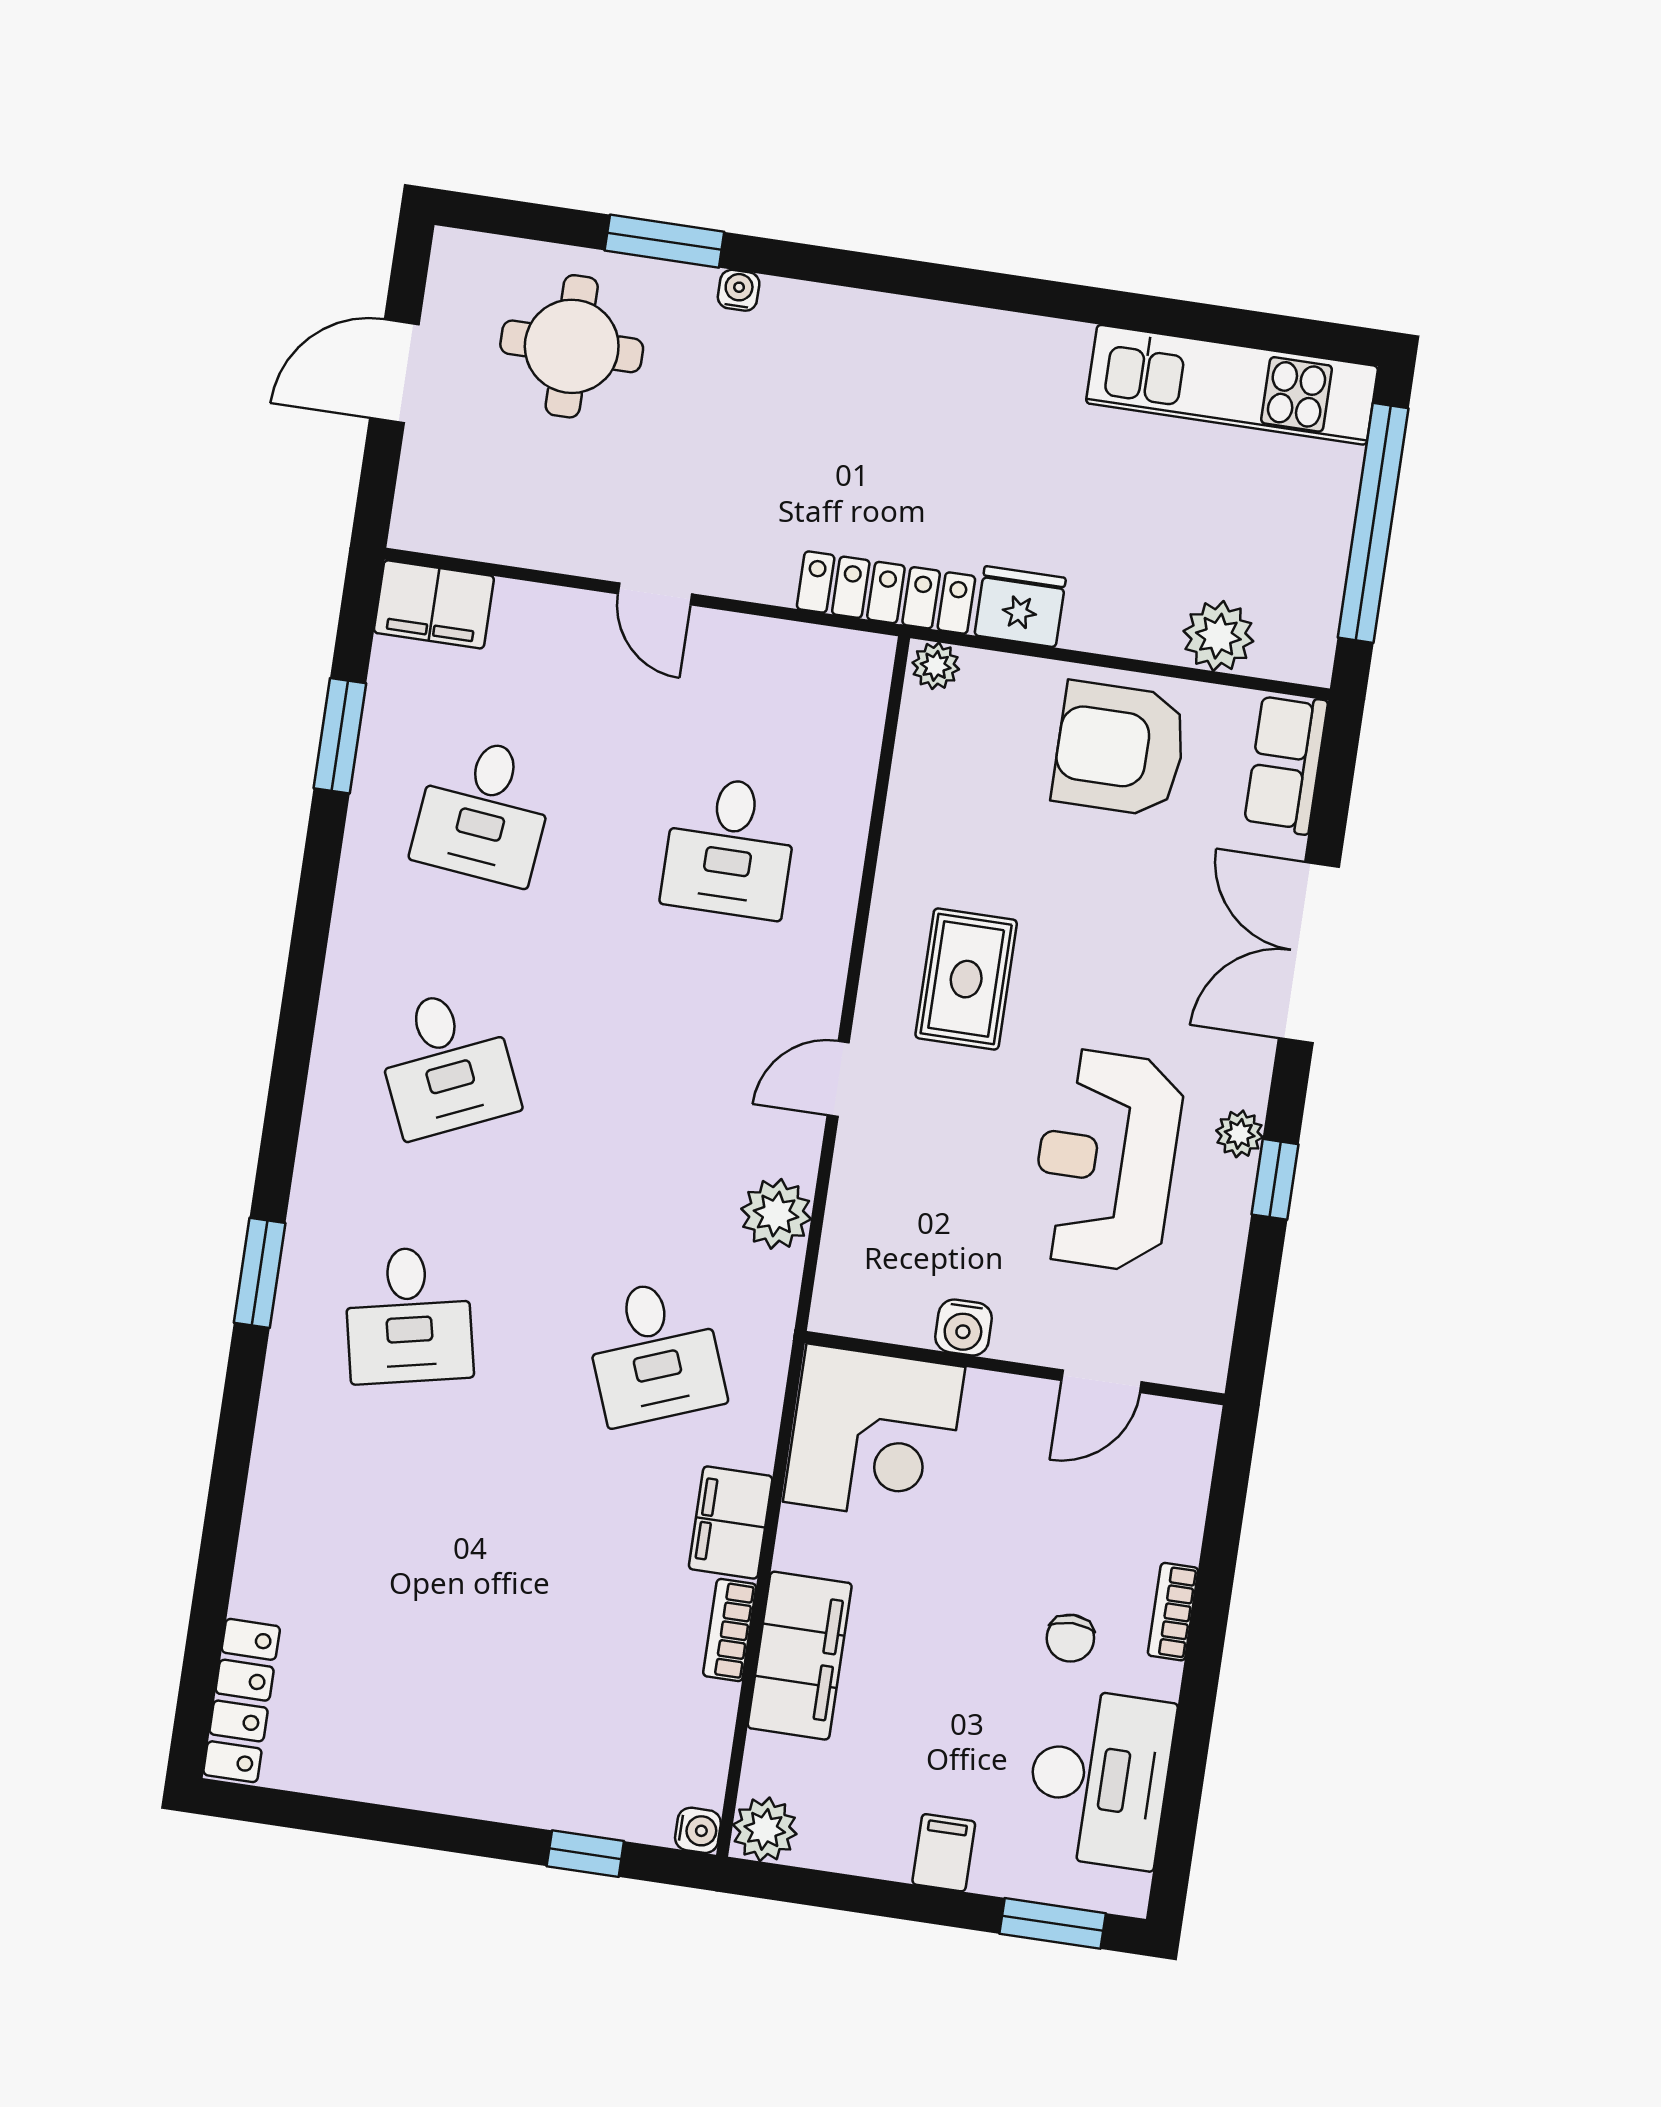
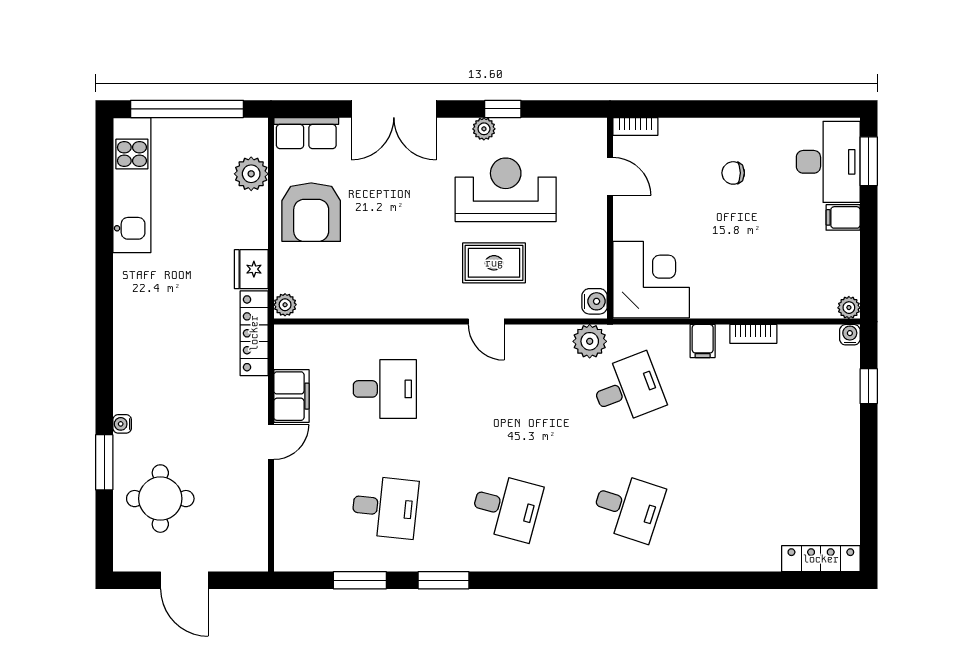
filing cabinet: (434, 604) -> (291, 396), moved
rug: (966, 979) -> (494, 263), moved
desk: (446, 1063) -> (506, 507), turned 39
reception desk: (1106, 1160) -> (506, 190), turned 180
plant: (776, 1214) -> (590, 341), moved
window: (260, 1273) -> (444, 580), moved
desk: (409, 1315) -> (628, 507), turned 30
water cooler: (964, 1327) -> (594, 301), moved
filing cabinet: (731, 1522) -> (703, 341), width x0.50
bookcase: (1173, 1612) -> (635, 127), moved
chair: (1070, 1638) -> (733, 173), turned 180
filing cabinet: (800, 1656) -> (760, 299), removed
desk: (1099, 1778) -> (828, 162), moved, turned 90
plant: (765, 1829) -> (849, 308), width x0.73, depth x0.73

